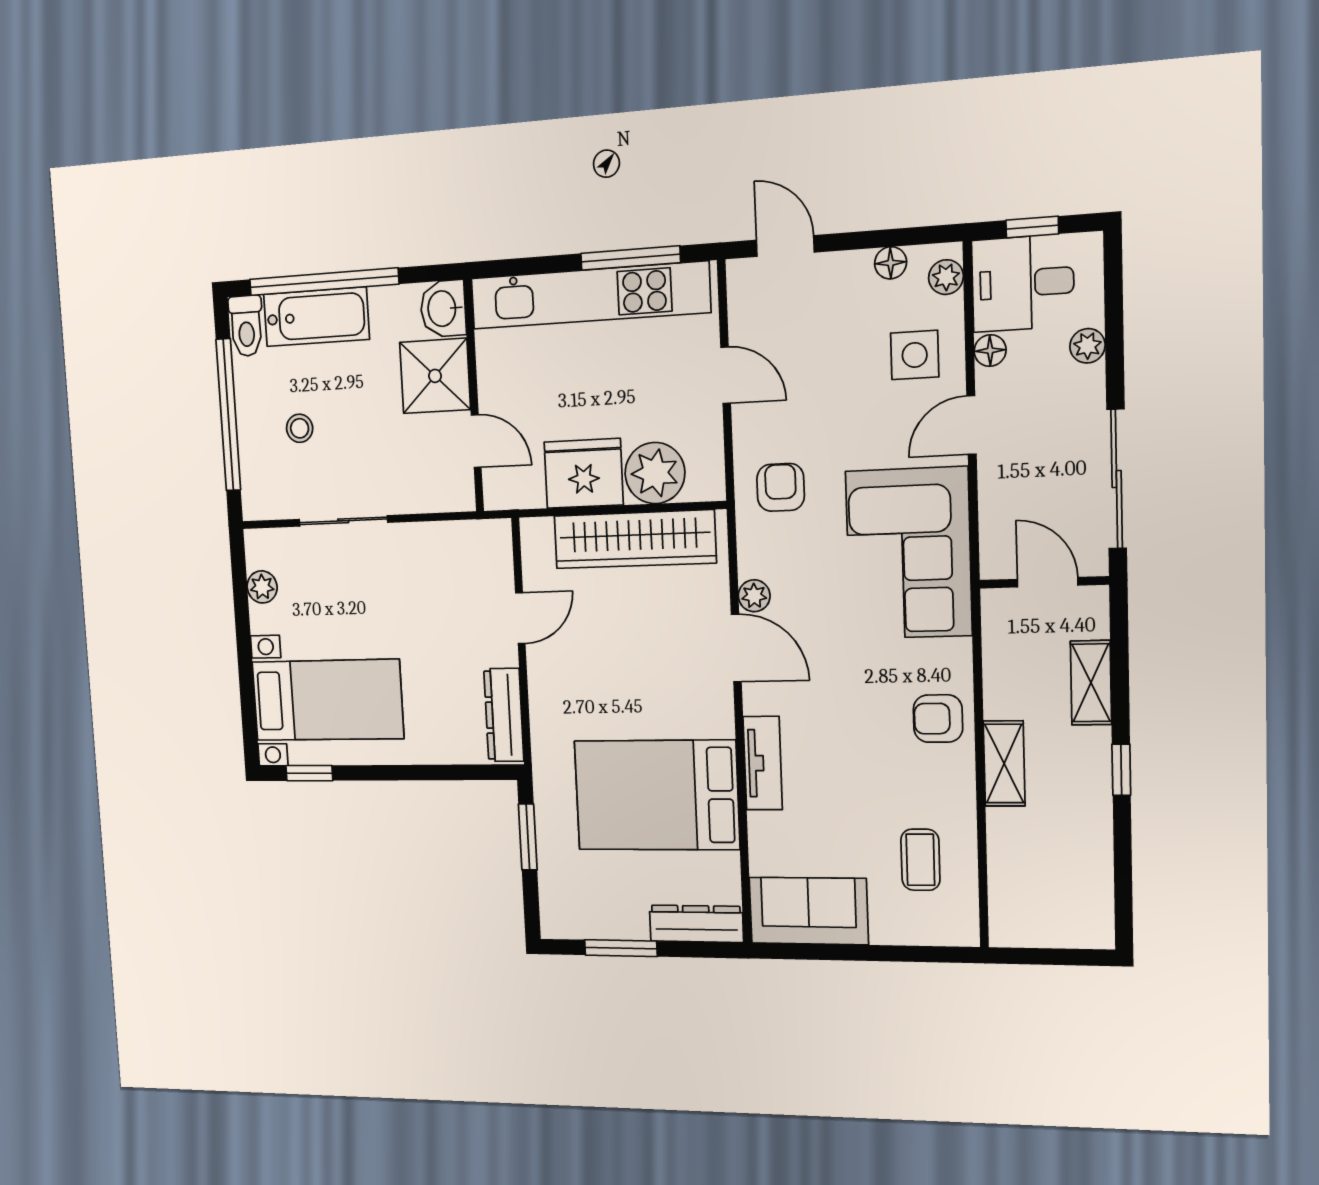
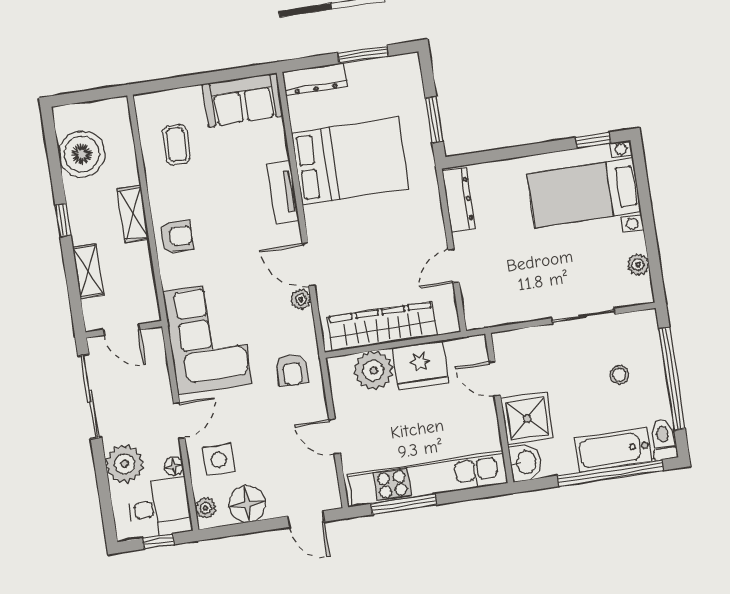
floor lamp: (891, 263) -> (247, 504), width x1.89, depth x1.89
plant: (1087, 346) -> (125, 464), width x1.88, depth x1.88
boiler: (1075, 869) -> (82, 154), added

